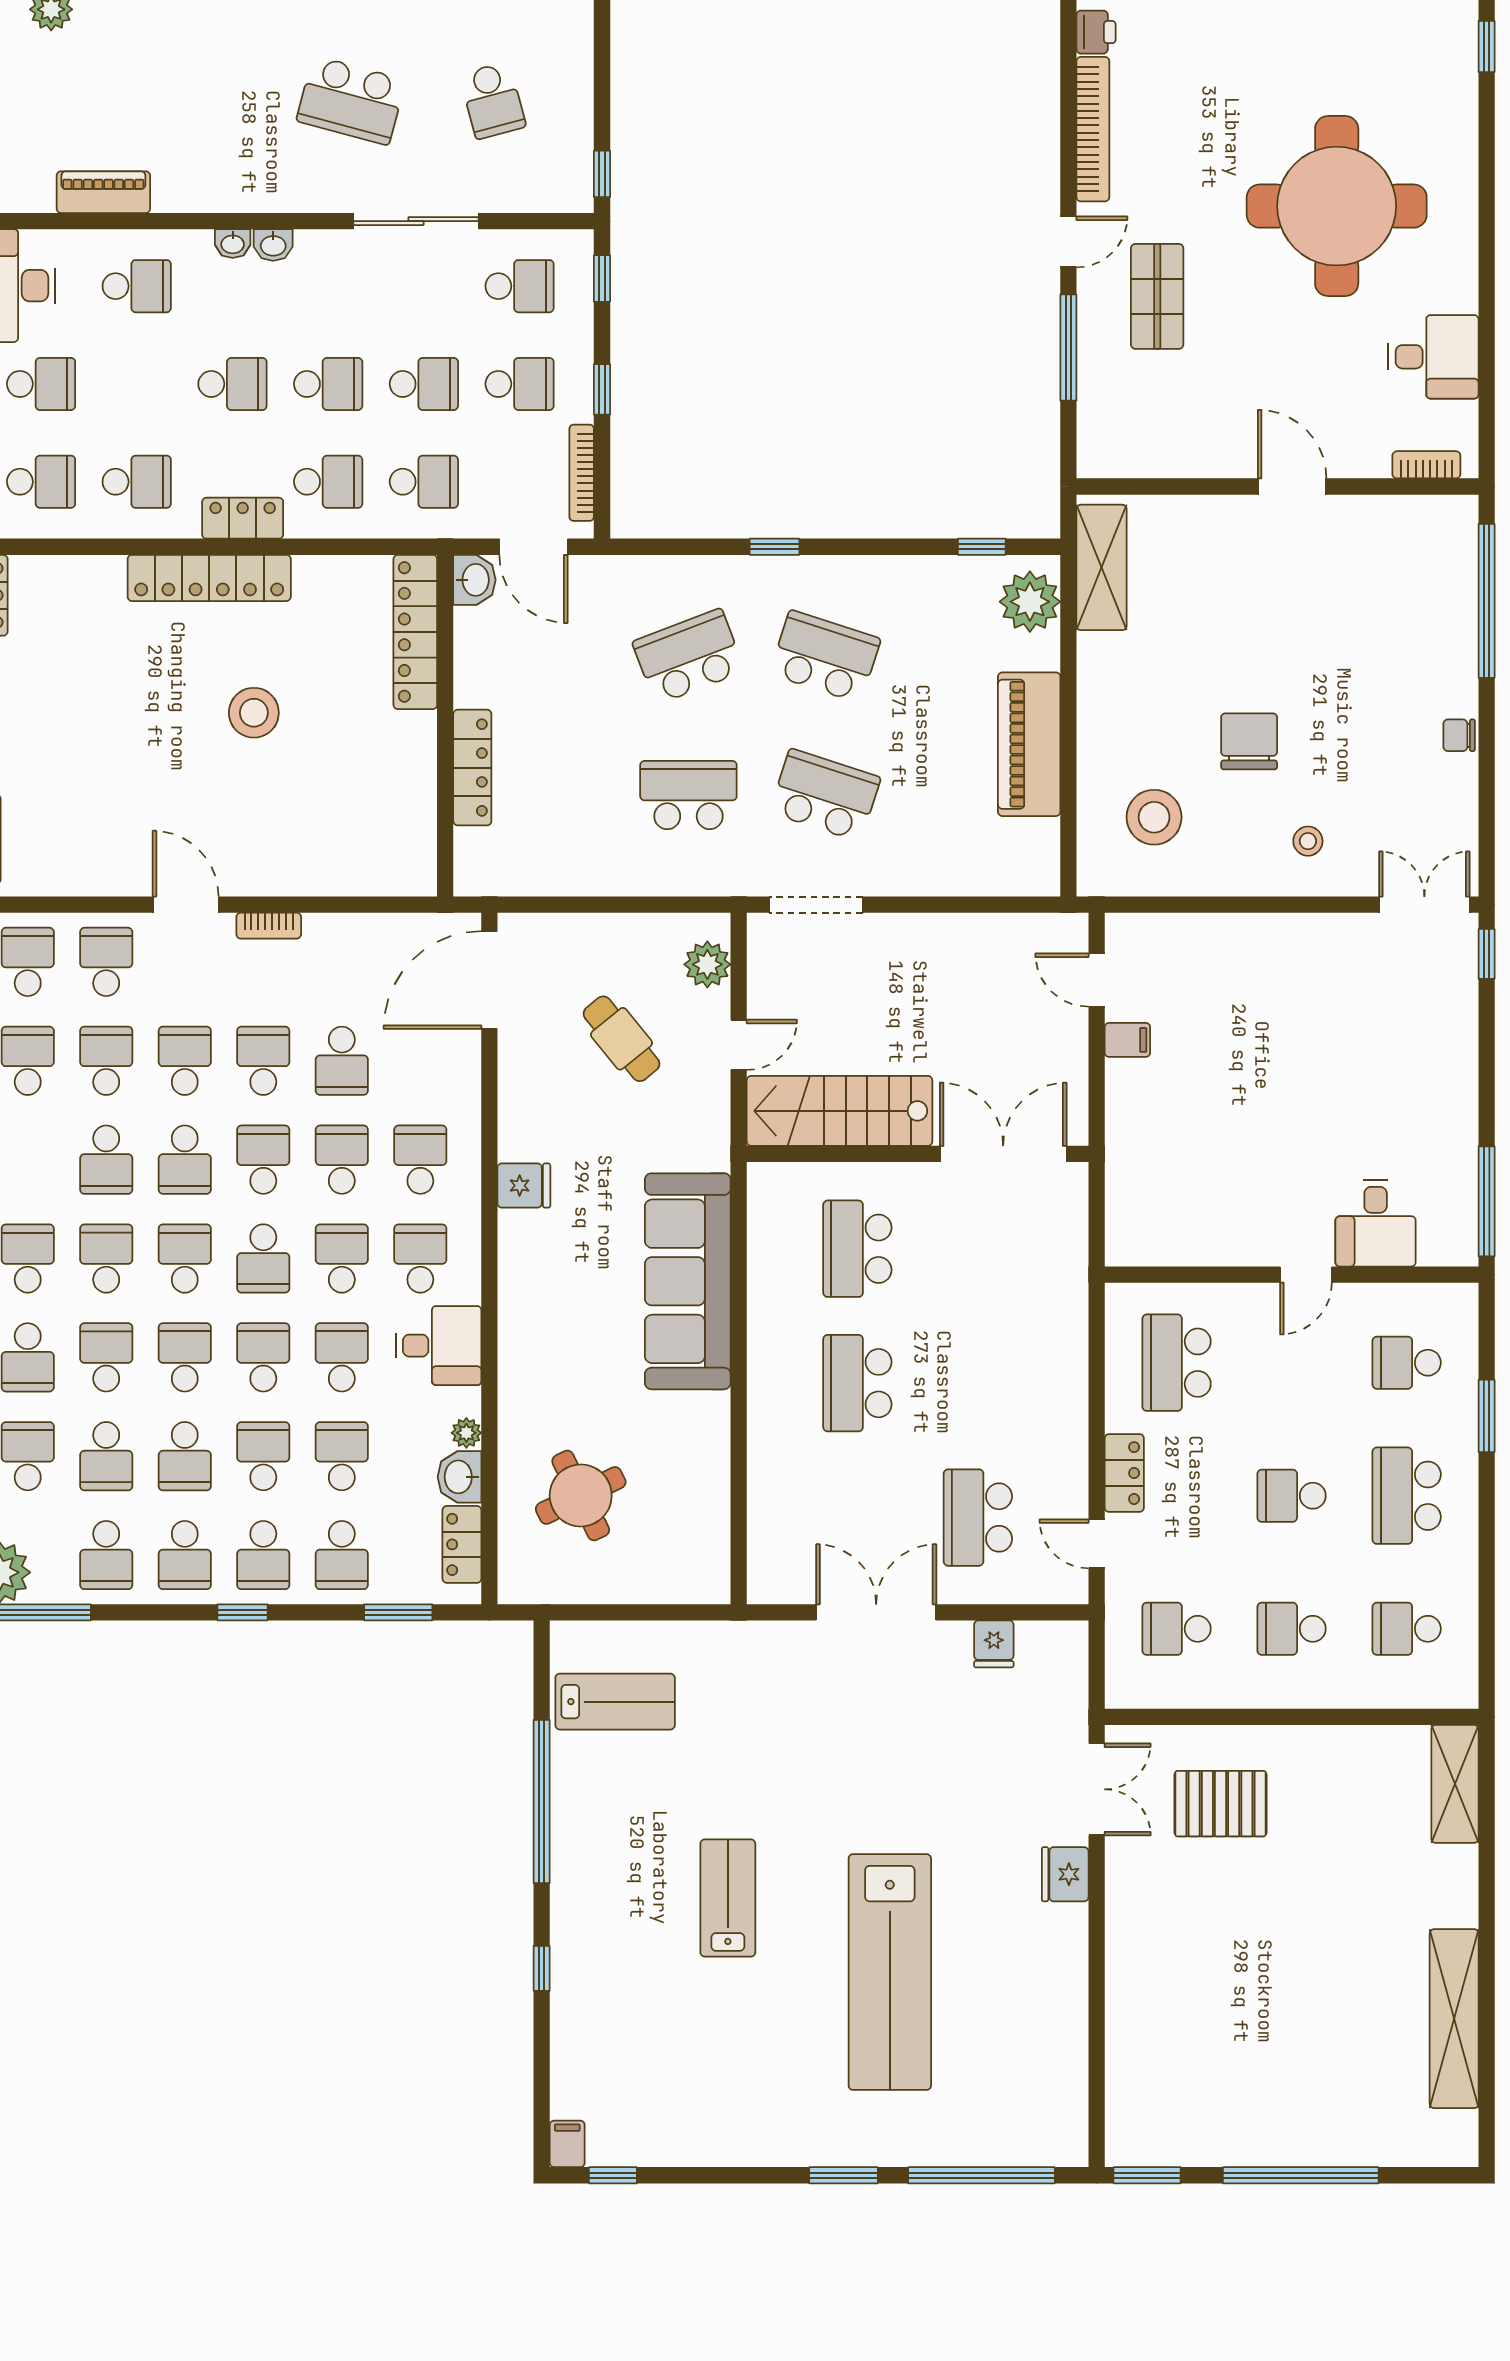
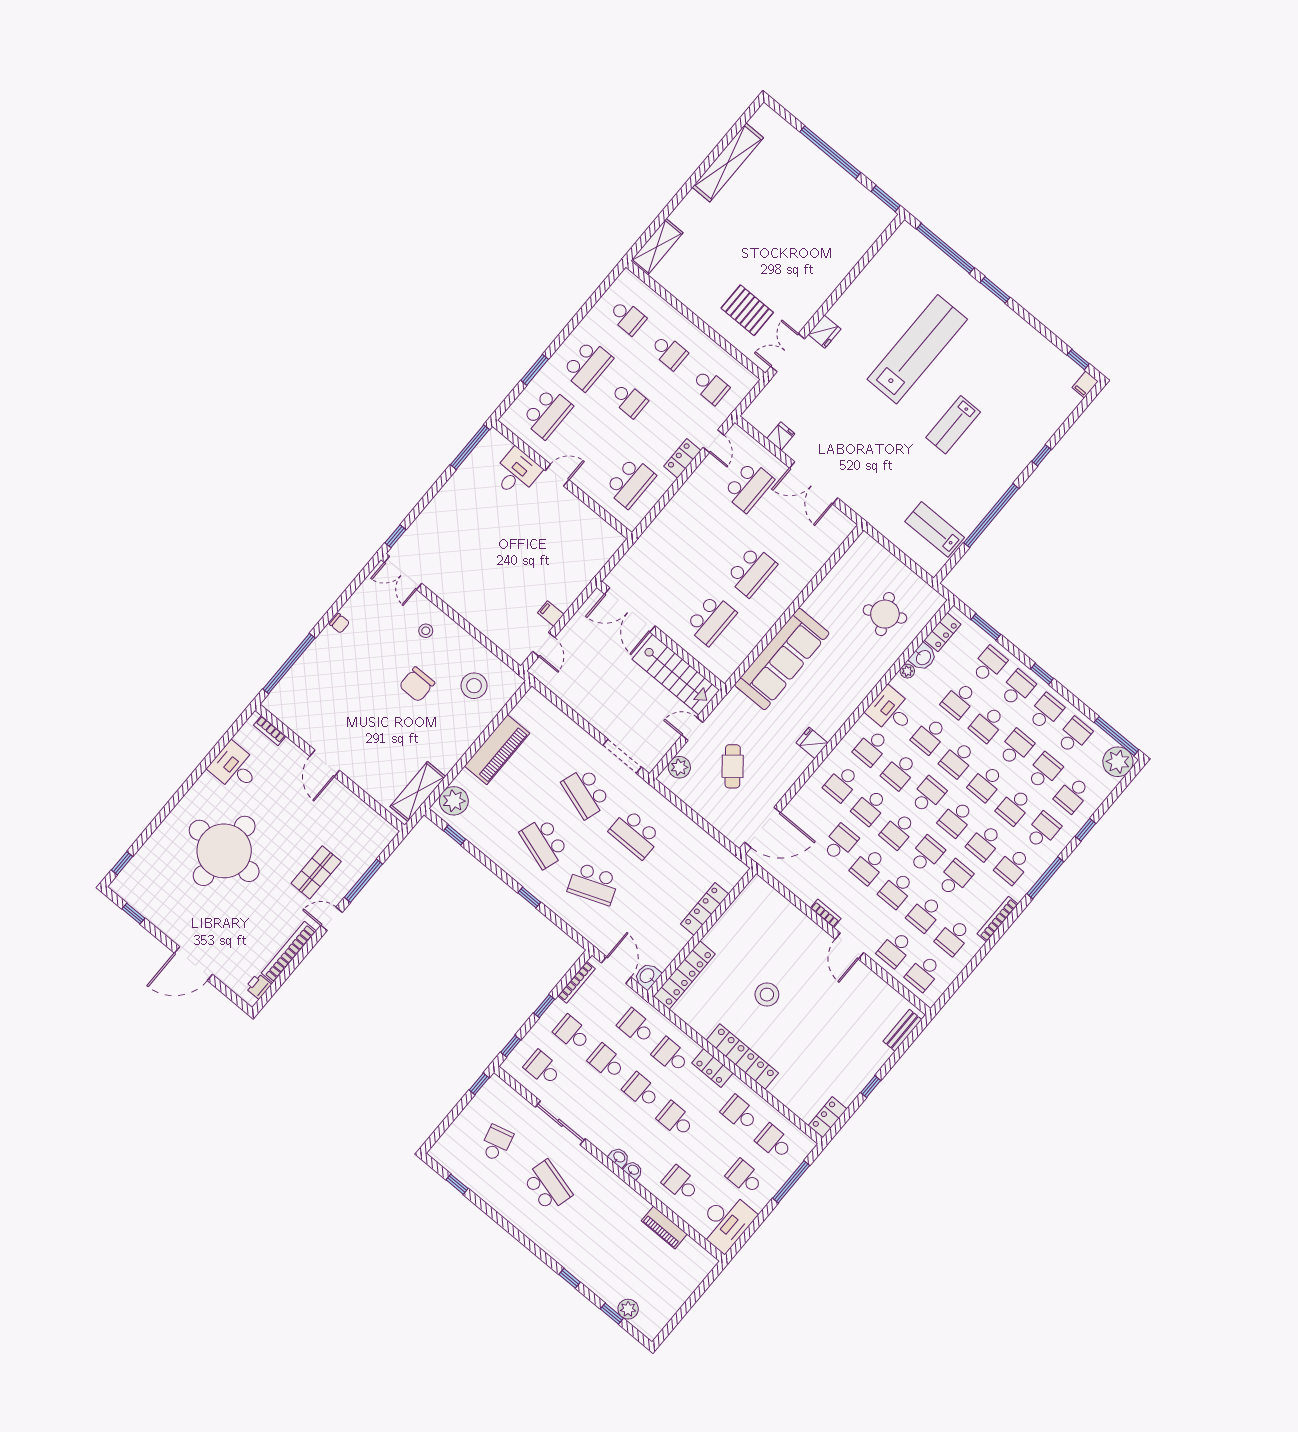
school desk: (1407, 1363) -> (547, 413), width x1.85

